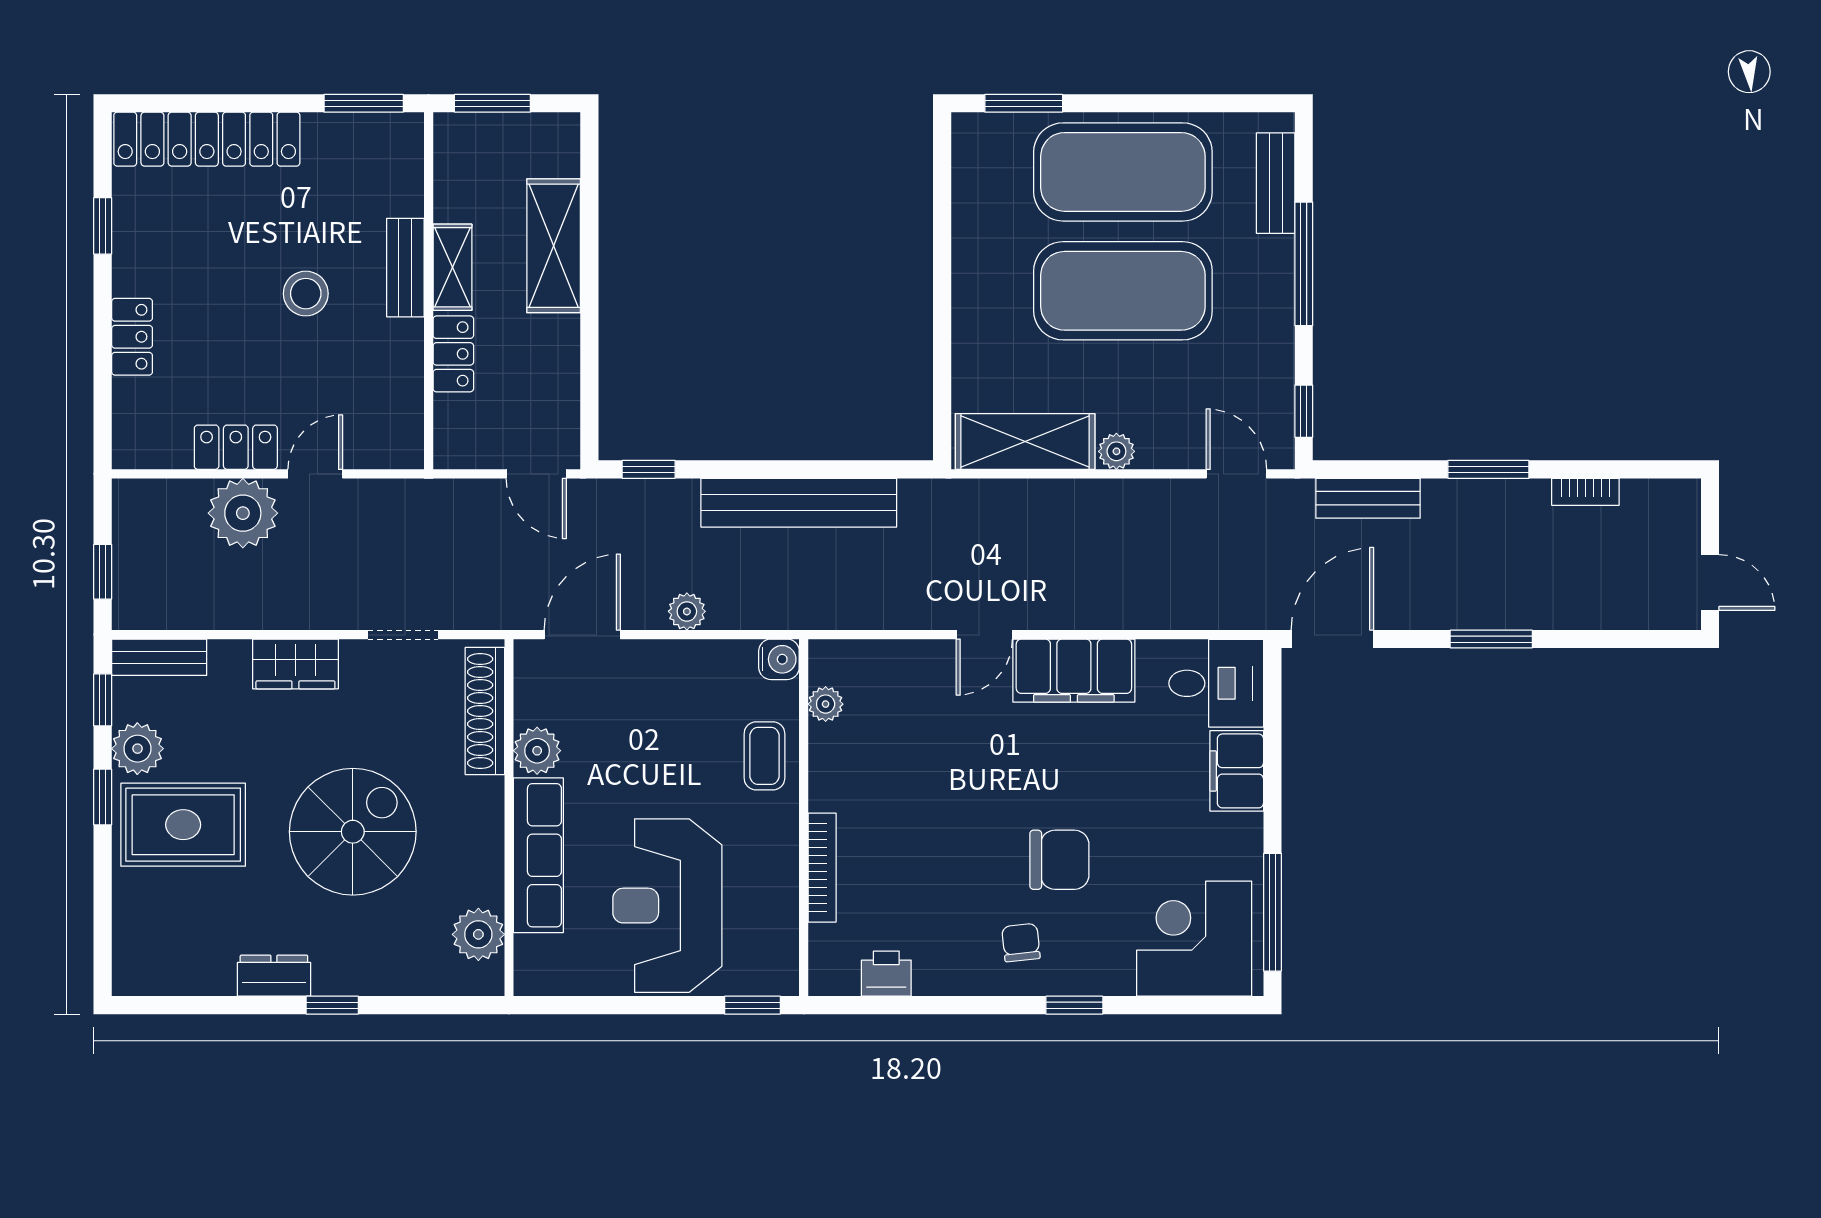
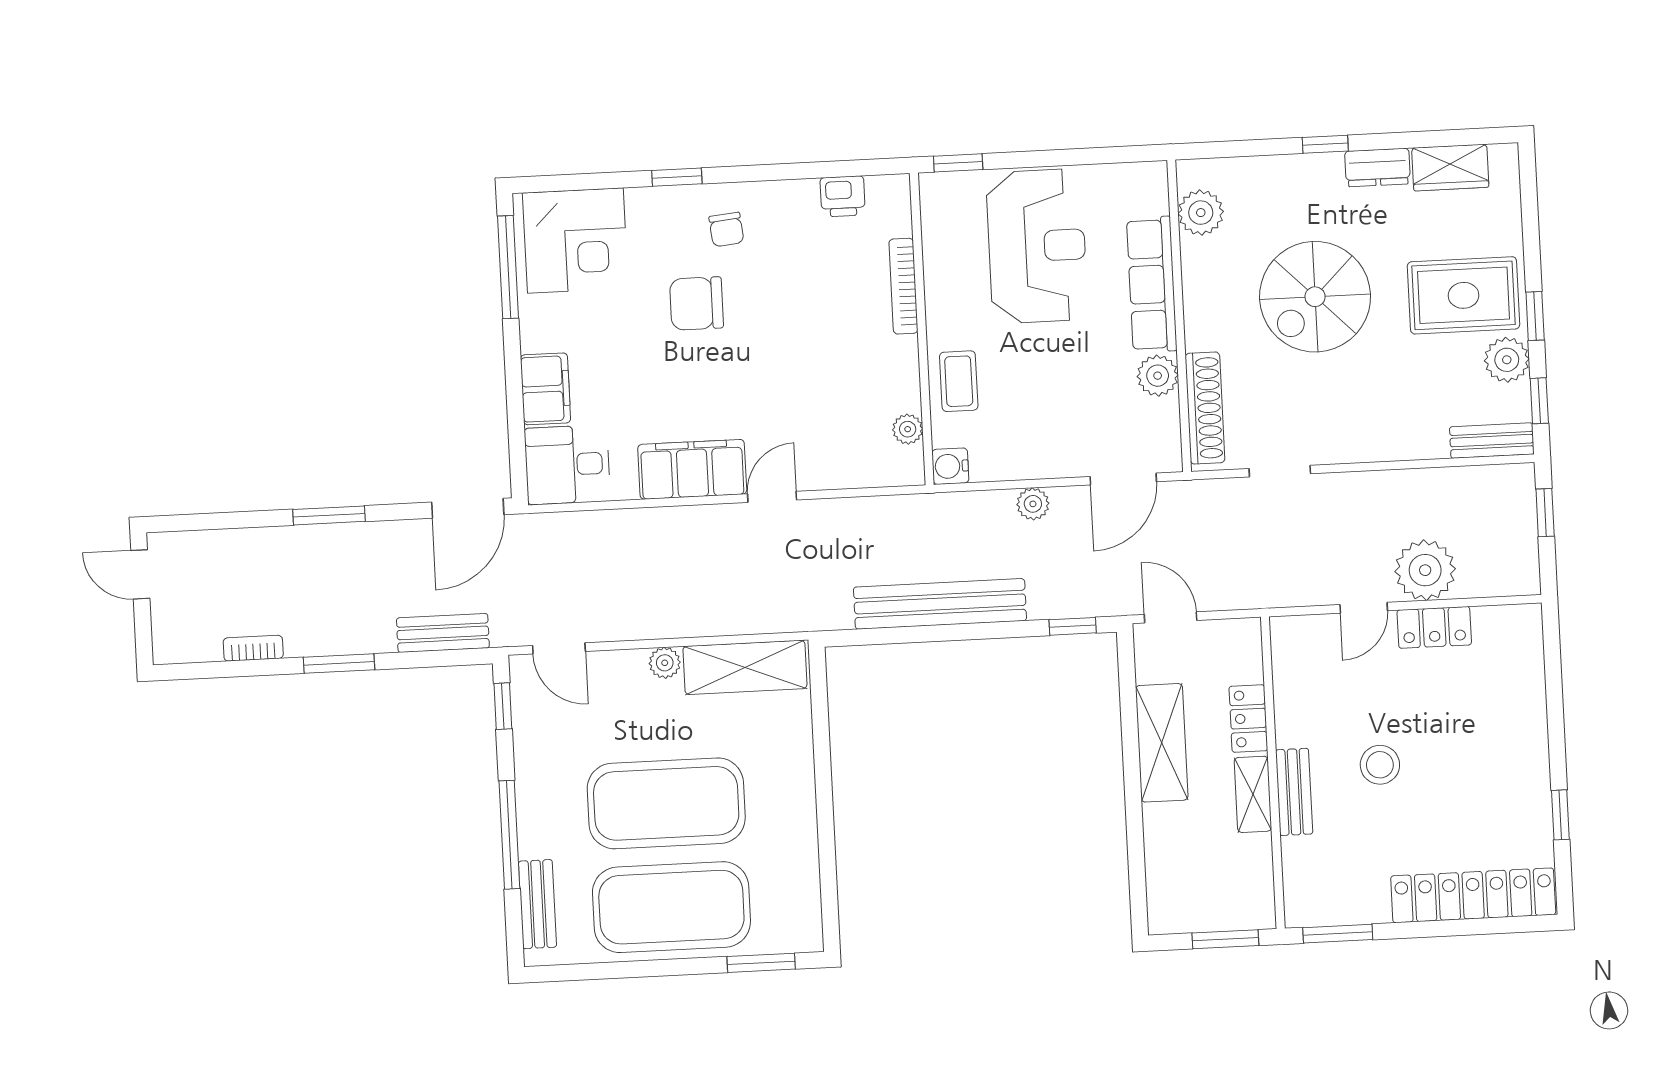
shelving: (554, 246) -> (1162, 743), moved
locker: (132, 337) -> (1530, 719), removed
wardrobe: (295, 664) -> (1450, 168), moved, turned 180

